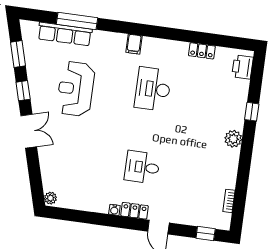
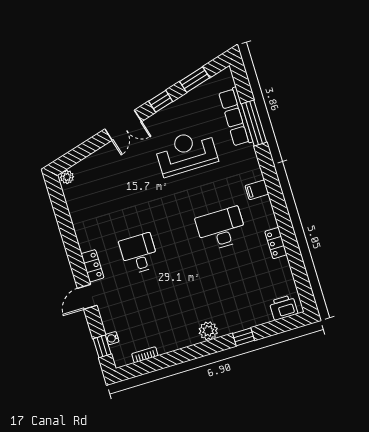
locker: (202, 51) -> (276, 243), moved
water cooler: (114, 210) -> (112, 338), moved

